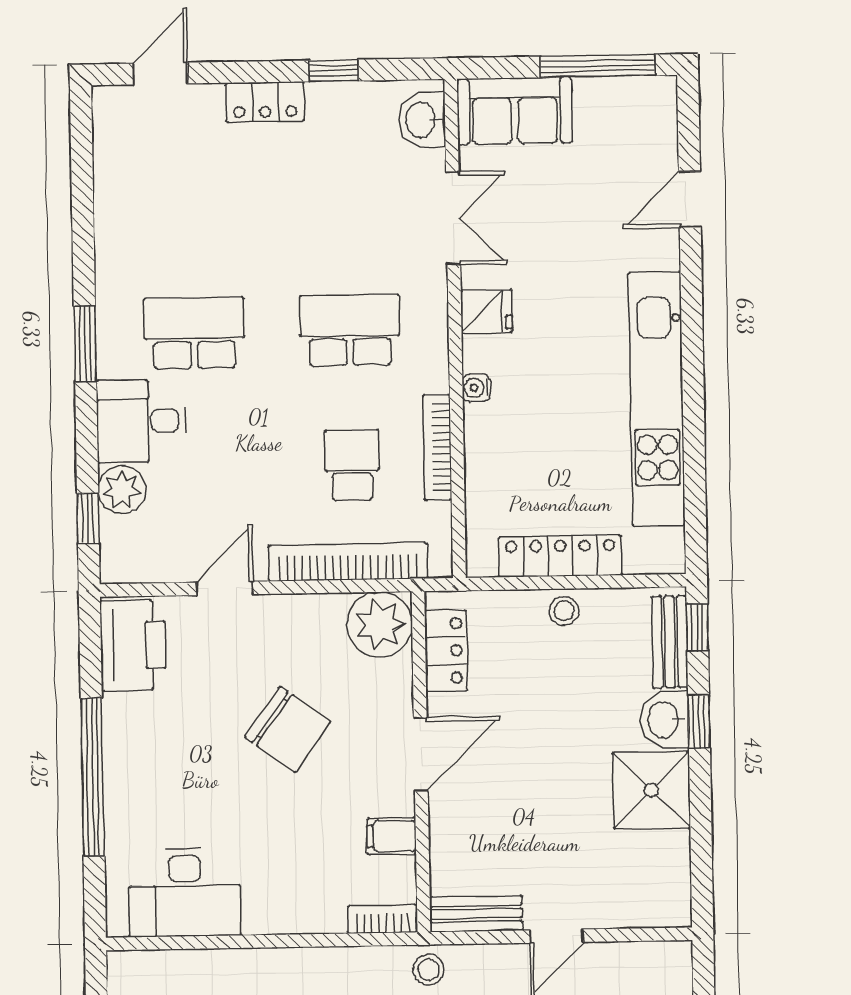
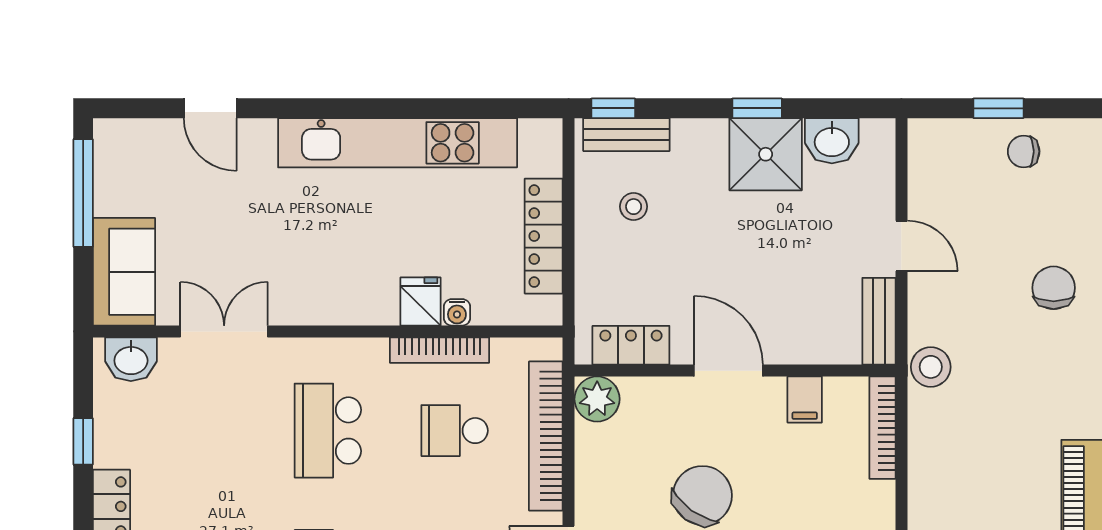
fridge: (486, 311) -> (420, 302), moved
water cooler: (476, 388) -> (457, 312), moved
stool: (564, 611) -> (634, 207), moved
plant: (380, 624) -> (597, 399), width x0.73, depth x0.73
washbasin: (664, 720) -> (832, 141), moved
window: (699, 721) -> (757, 108), moved
bookcase: (383, 919) -> (882, 428), width x1.56
stool: (428, 969) -> (931, 367), width x1.37, depth x1.37

